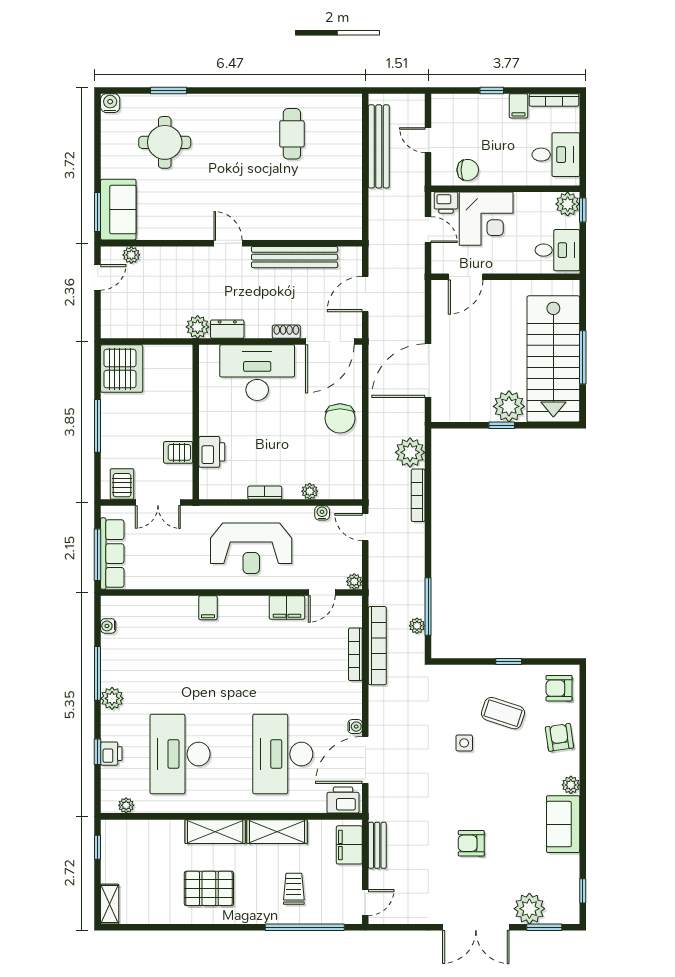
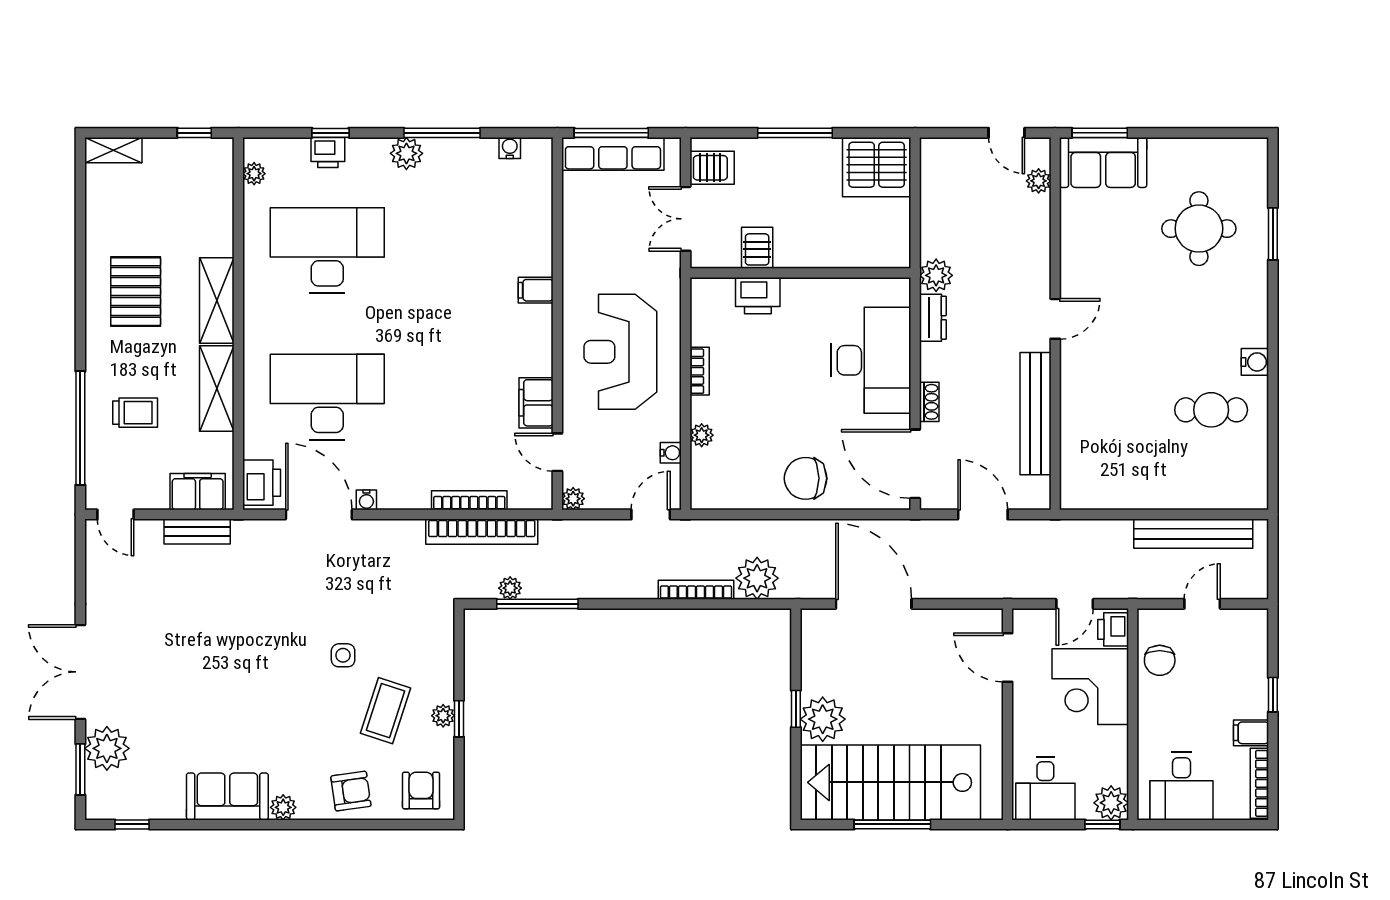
water cooler: (110, 103) -> (1255, 362), moved
plant: (507, 673) -> (443, 716), added
armchair: (471, 843) -> (200, 665), removed

